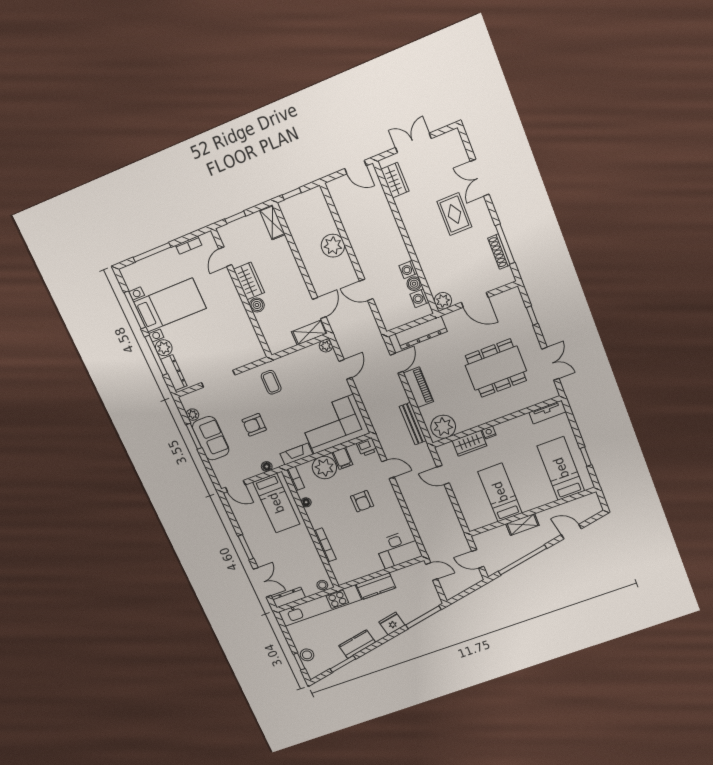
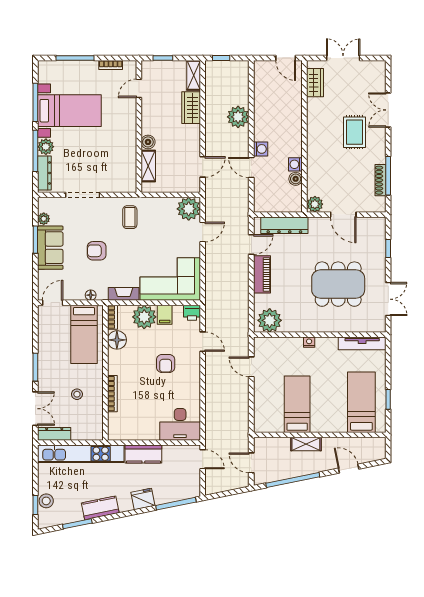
wardrobe: (249, 281) -> (191, 108), moved, turned 180
washing machine: (419, 298) -> (261, 149), moved, turned 180
shelving: (309, 332) -> (148, 166), moved, turned 90
plant: (326, 346) -> (189, 209), width x1.88, depth x1.88
tv unit: (547, 412) -> (362, 343), width x1.41
bench: (413, 424) -> (243, 307), removed
wardrobe: (470, 443) -> (287, 346), removed
door: (235, 486) -> (53, 303), swing flipped
floor lamp: (306, 502) -> (117, 340), width x1.89, depth x1.89
stool: (322, 585) -> (77, 394), moved

